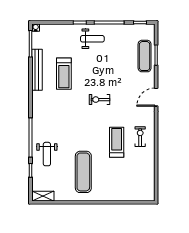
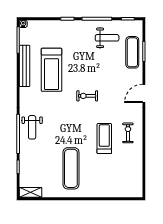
weight bench: (92, 39) -> (107, 38), moved
treadmill: (64, 74) -> (52, 70), width x1.37, depth x1.38
weight bench: (47, 154) -> (32, 127), moved

